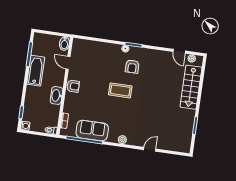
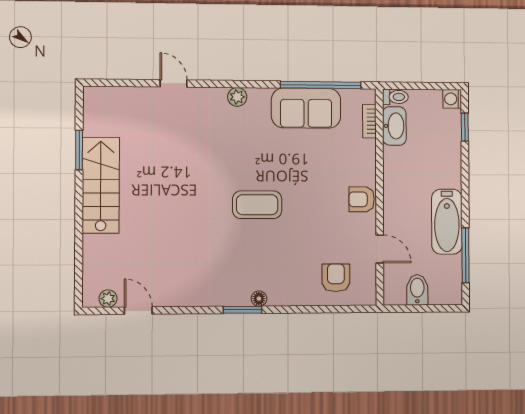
bidet: (64, 44) -> (417, 290), moved
armchair: (132, 67) -> (336, 278), moved
stairs: (191, 87) -> (101, 185), moved
washbasin: (56, 95) -> (394, 126), moved
door: (150, 149) -> (173, 83), swing flipped

